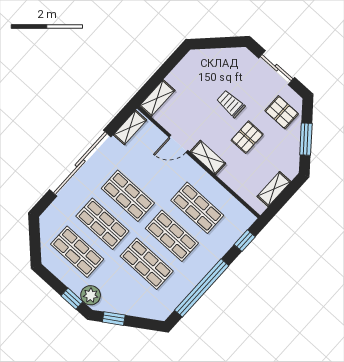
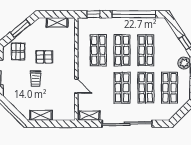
shelving: (157, 98) -> (41, 115), moved
shelving: (208, 158) -> (70, 67), removed

